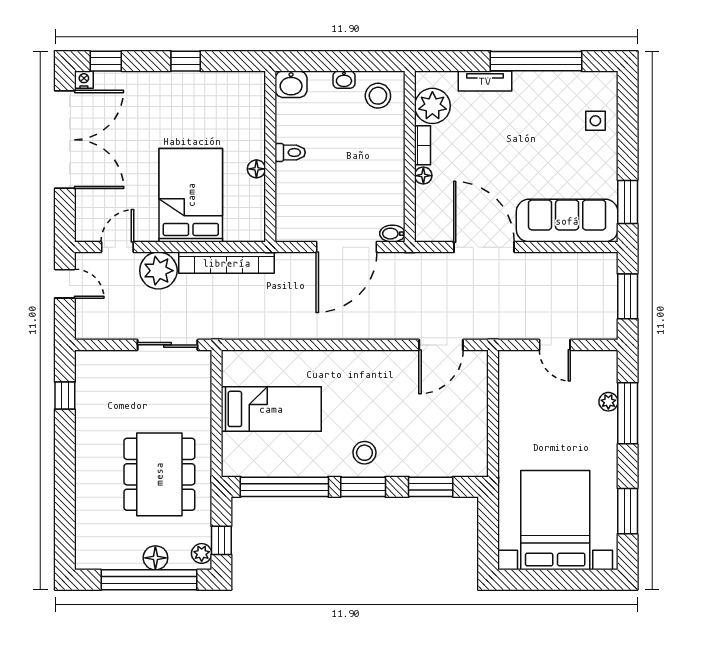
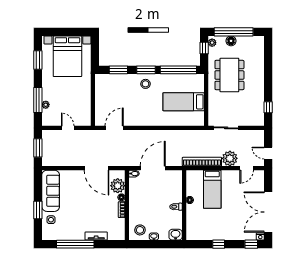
plant: (432, 106) -> (118, 186), moved
bed: (191, 195) -> (212, 189), width x0.67
window: (628, 202) -> (38, 210), moved
sofa: (567, 221) -> (51, 191), moved, turned -90

